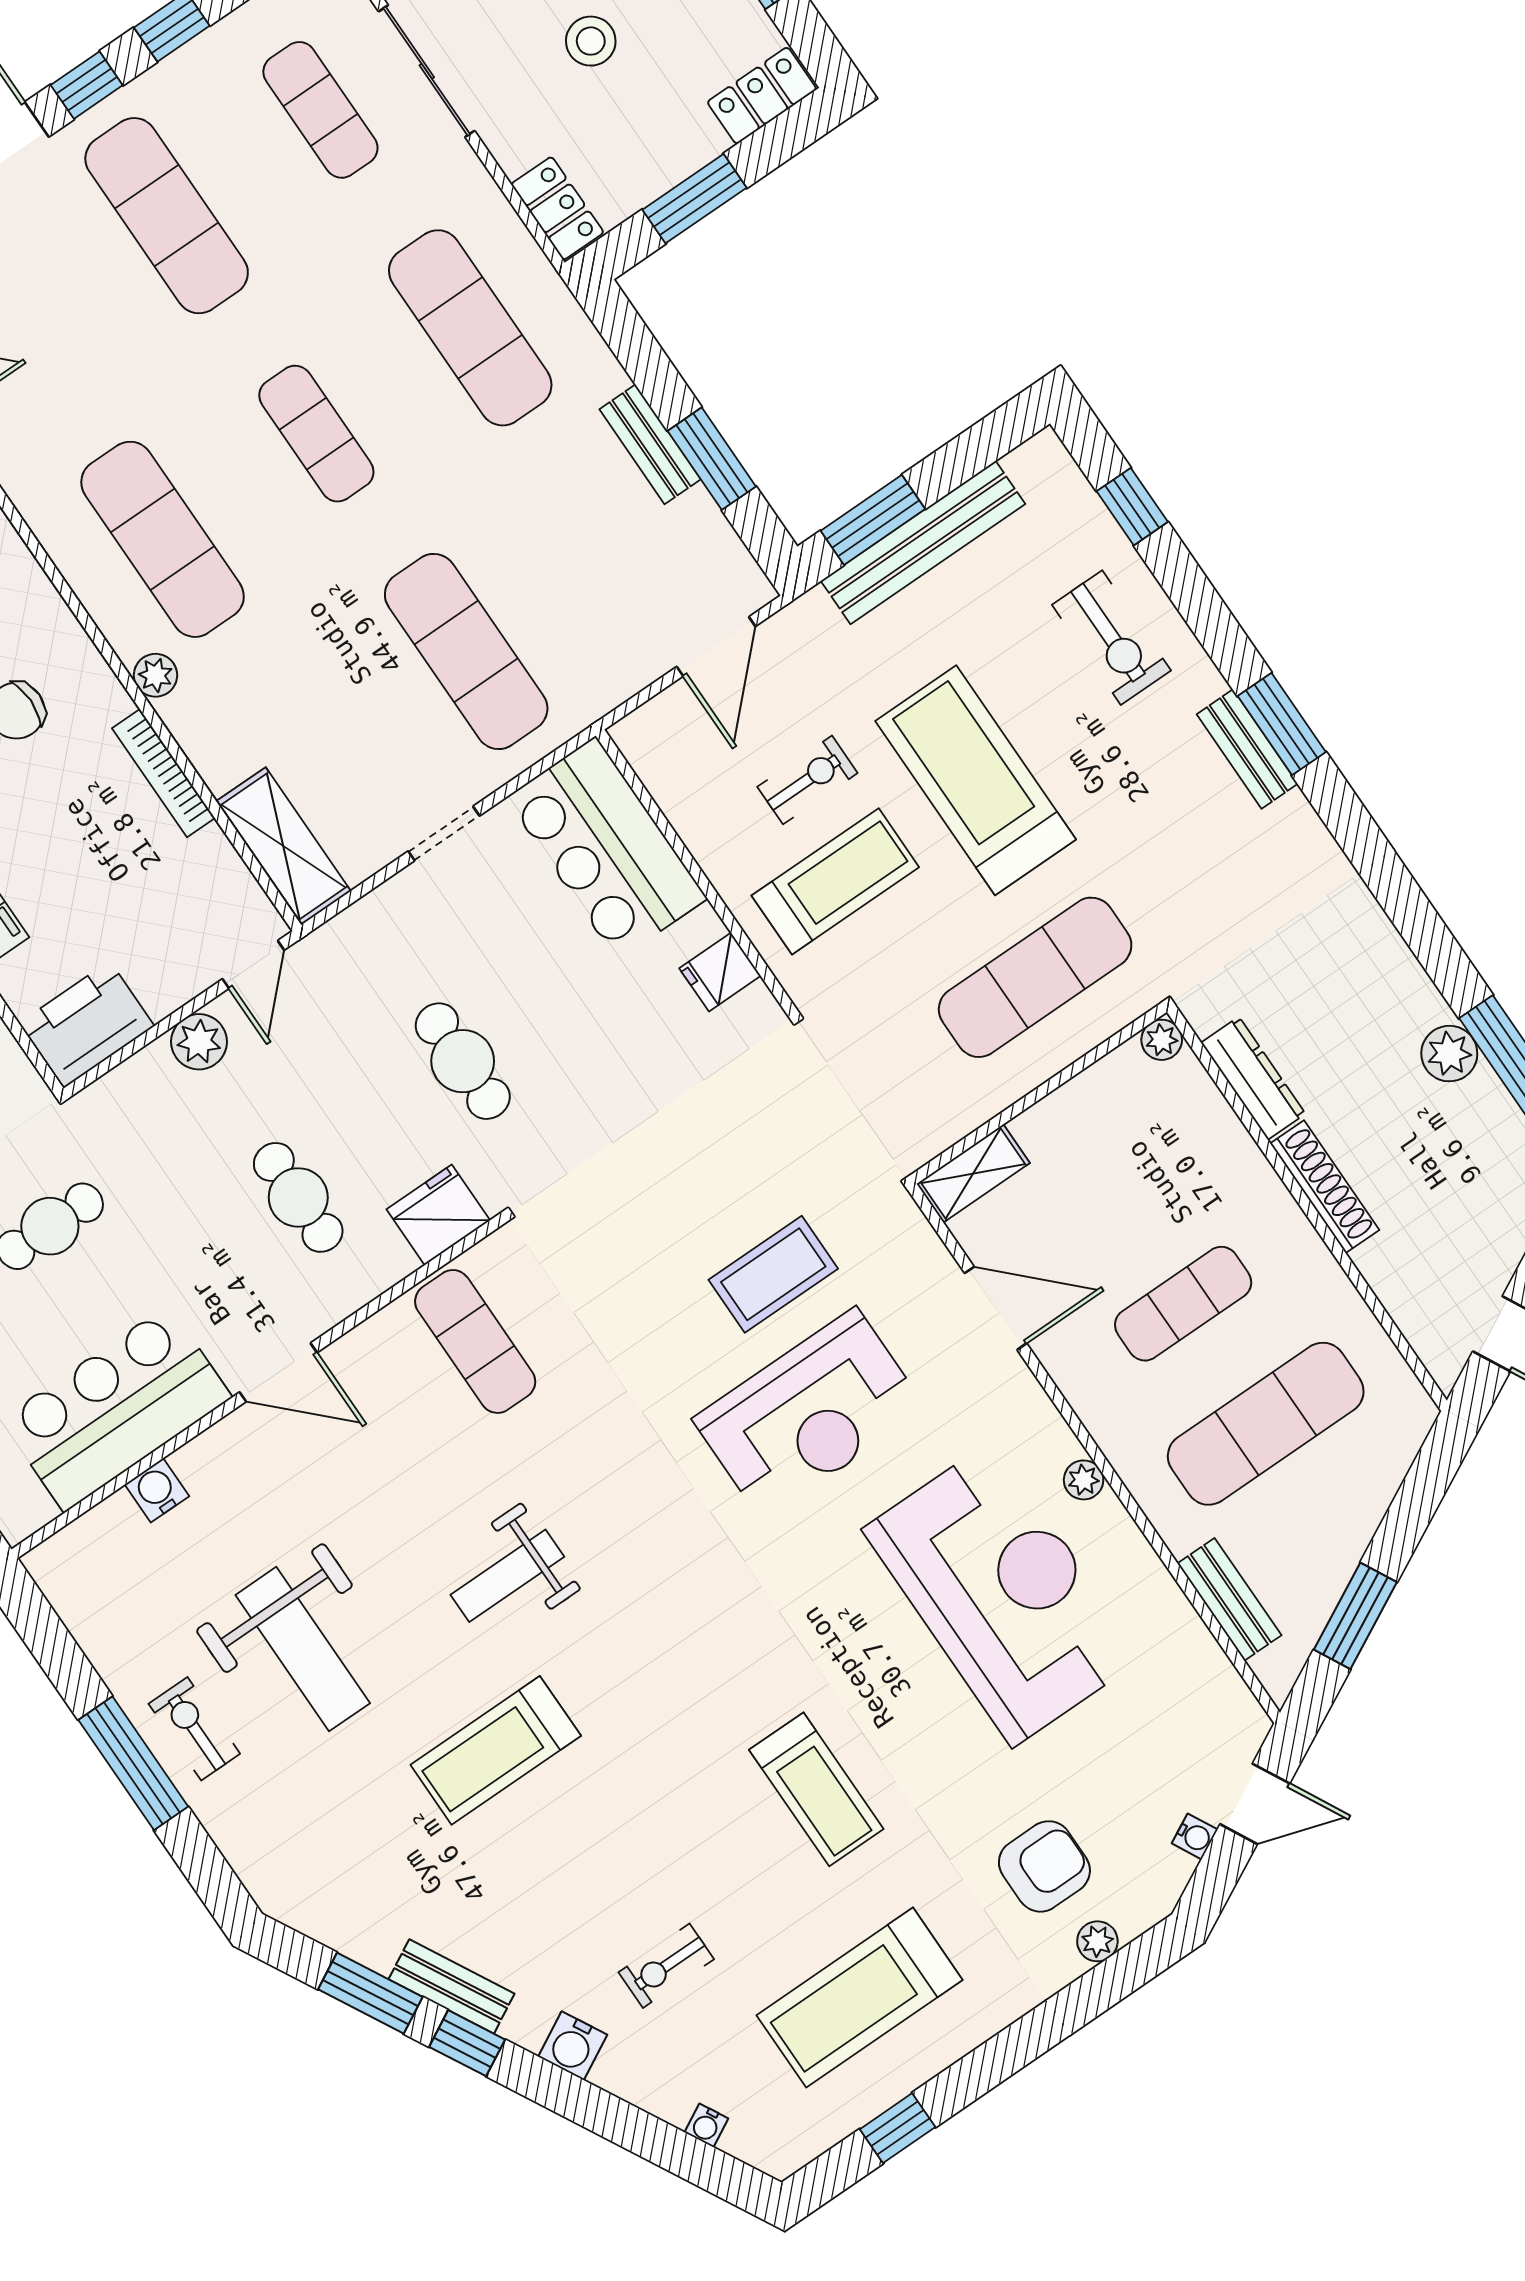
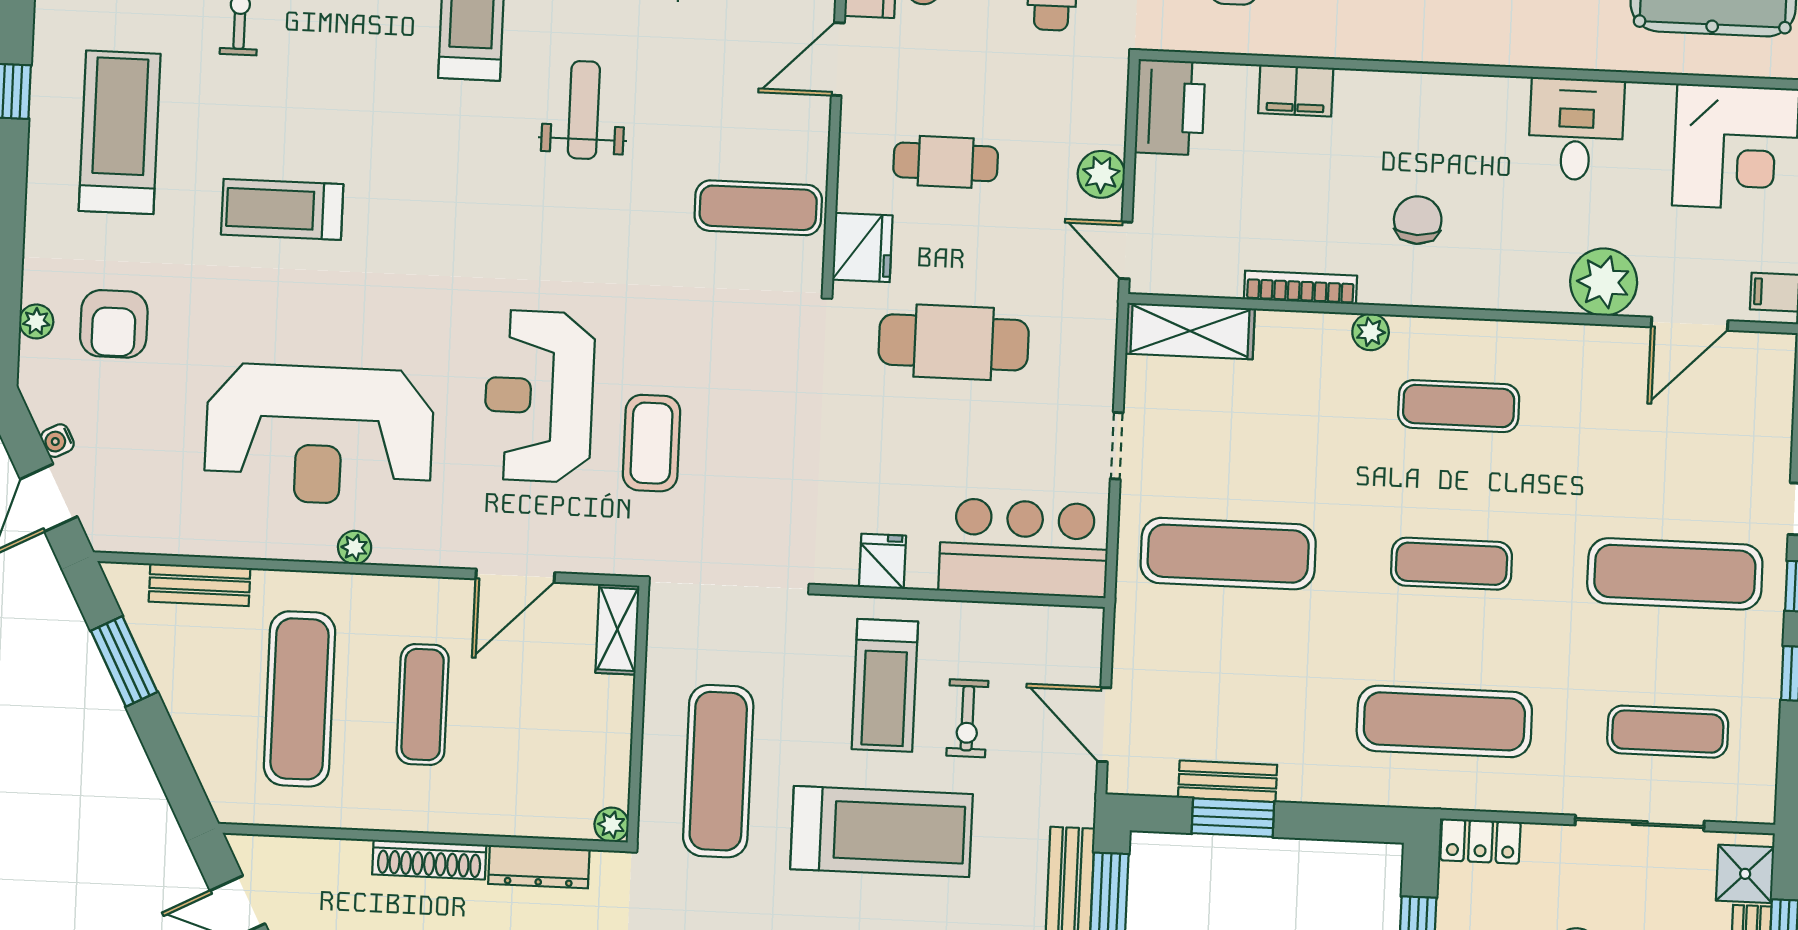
bench: (650, 444) -> (1228, 781), moved
exercise mat: (163, 539) -> (1459, 406), width x0.73, depth x0.69
cafe table: (463, 1061) -> (954, 342), width x1.37, depth x1.35

